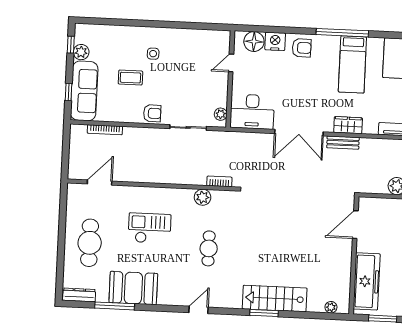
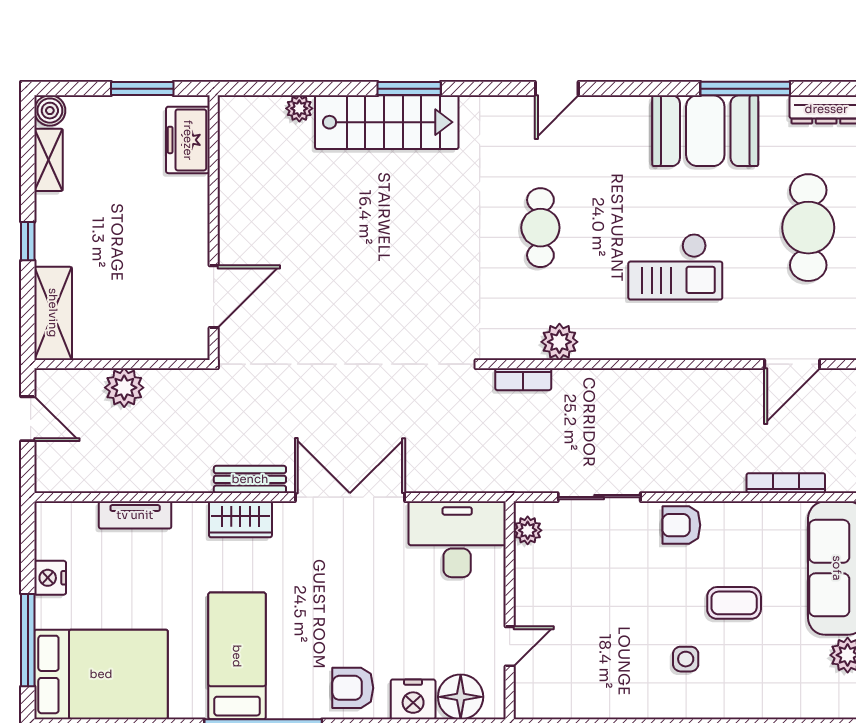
freezer: (367, 281) -> (188, 140), width x0.52, depth x0.79
plant: (331, 307) -> (299, 108), moved

